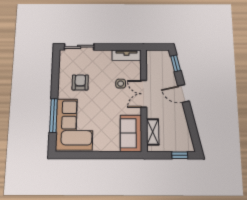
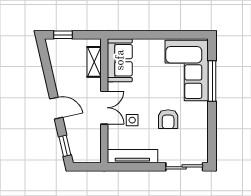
tv unit: (127, 55) -> (132, 156), width x1.41
armchair: (80, 82) -> (168, 119), moved

